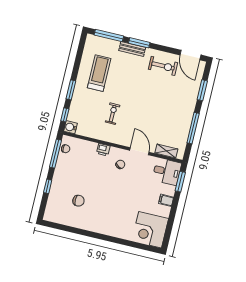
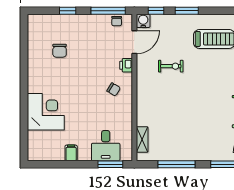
door: (139, 151) -> (134, 42), moved
desk: (167, 172) -> (106, 146), moved
filing cabinet: (166, 200) -> (71, 153), moved
corner desk: (150, 230) -> (46, 112), moved, turned 90

